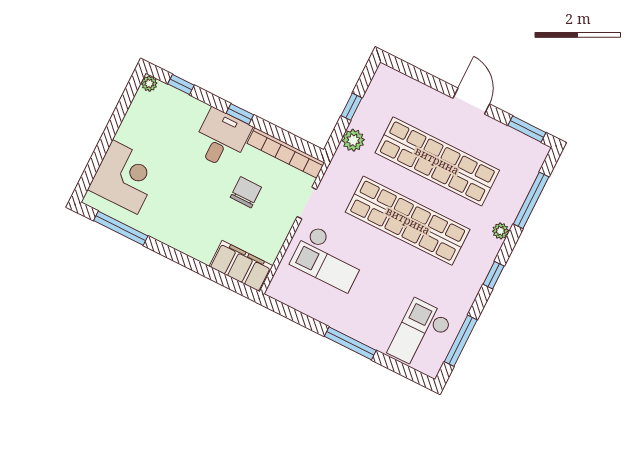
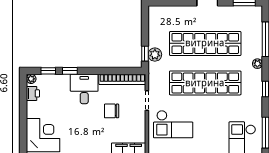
printer: (141, 107) -> (33, 93), added
window: (352, 107) -> (145, 54), moved
window: (240, 114) -> (70, 71), moved
chair: (246, 192) -> (112, 111), turned -90

